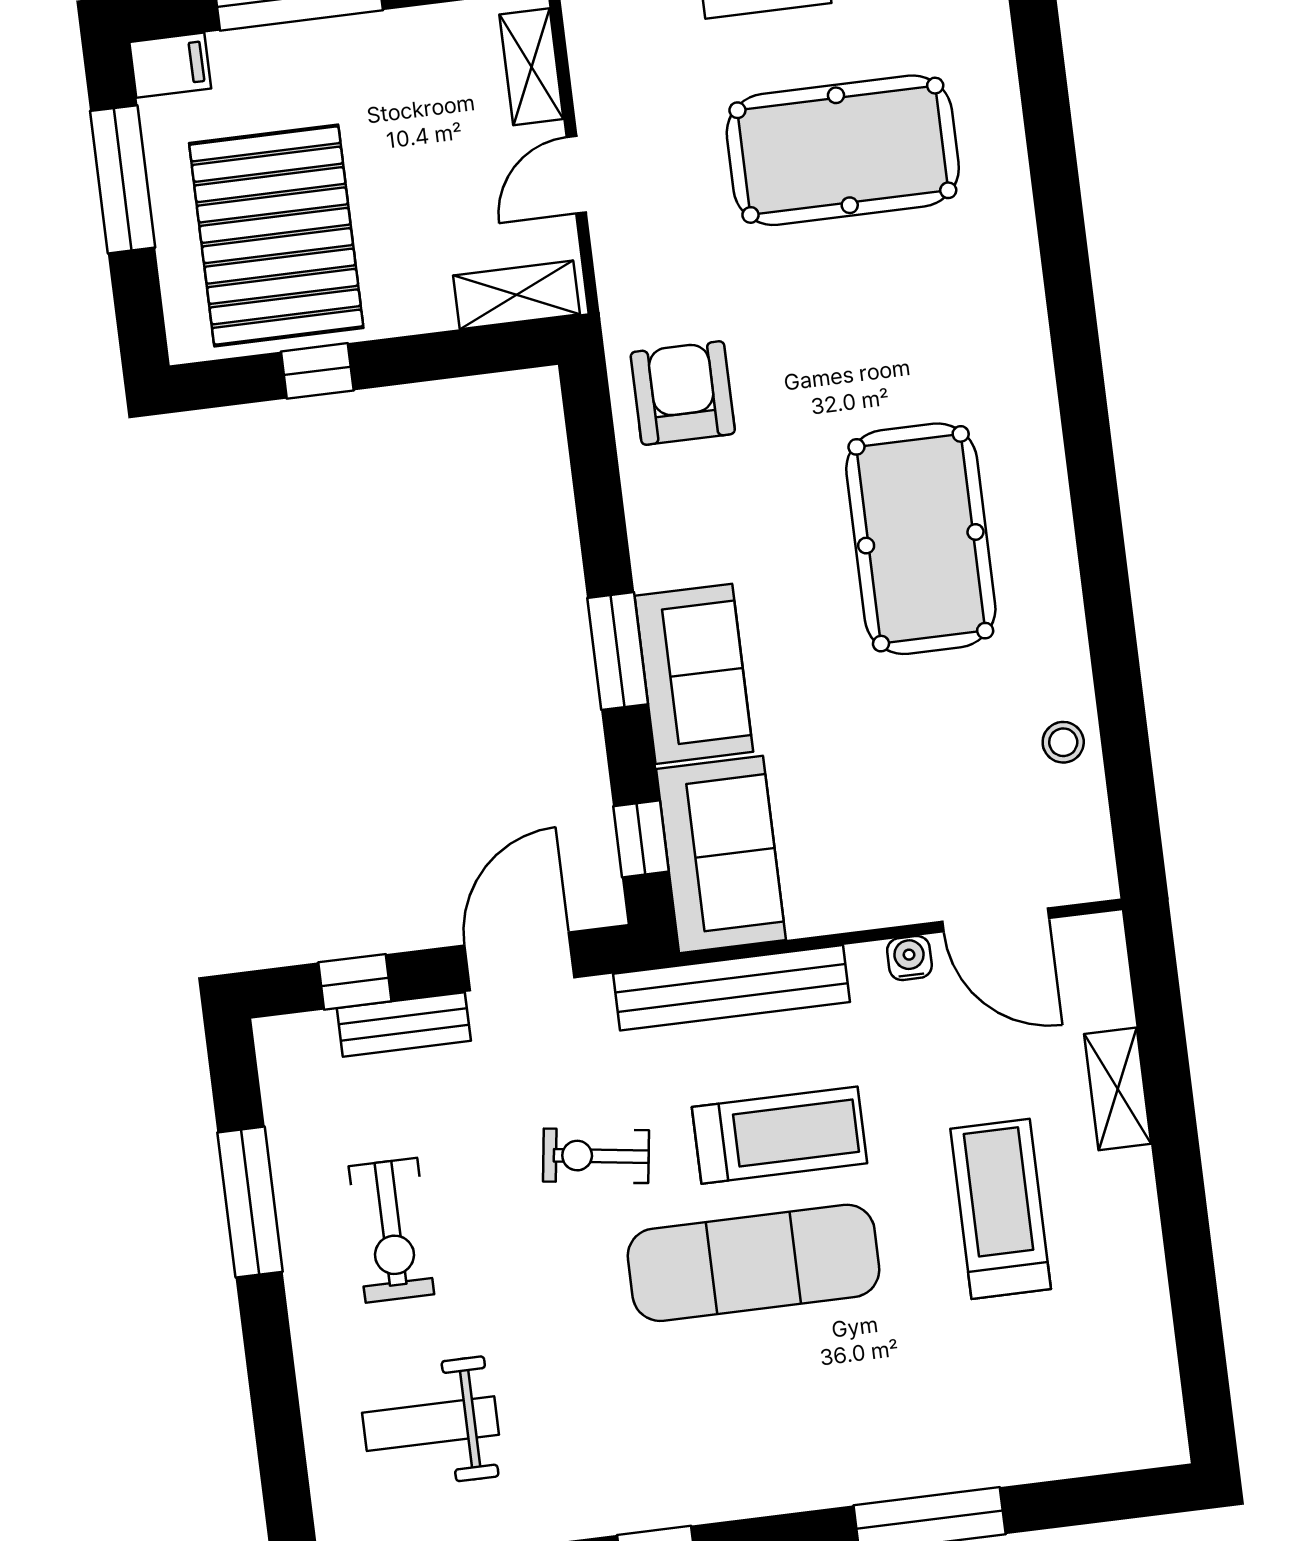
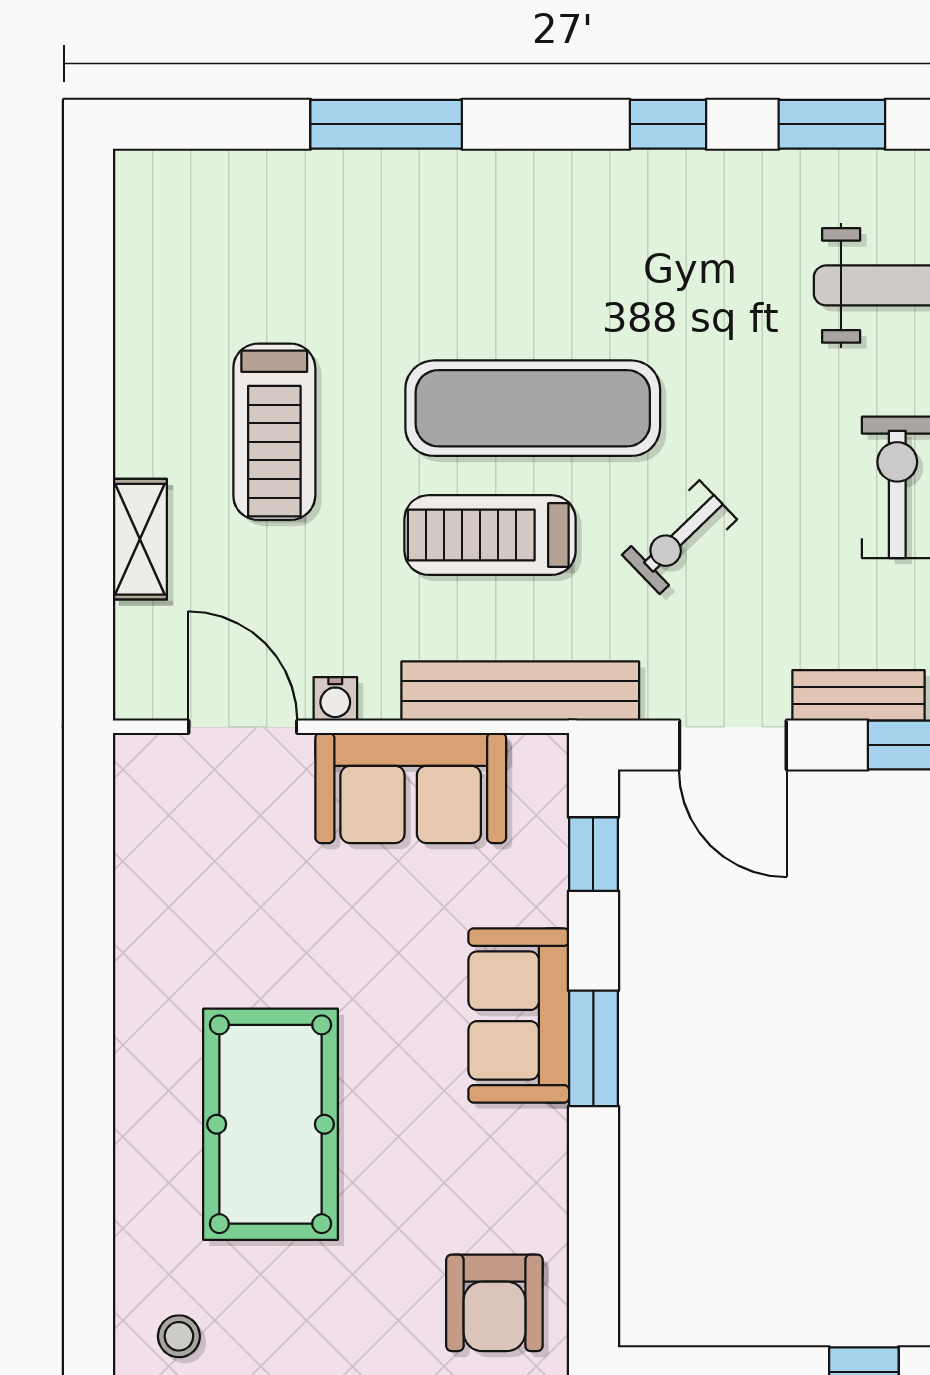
stool: (1063, 742) -> (179, 1336), moved
sofa: (721, 854) -> (411, 788), moved, turned -90
door: (519, 961) -> (733, 745), hinge flipped
exercise bike: (596, 1156) -> (680, 537), turned 128

